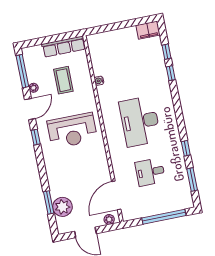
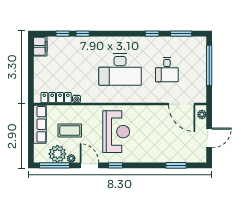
locker: (96, 58) -> (56, 98), added
plant: (62, 207) -> (57, 154), moved

